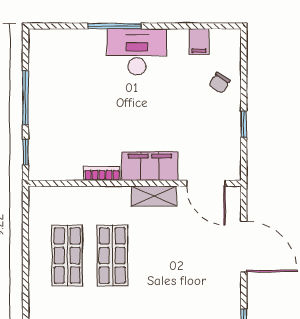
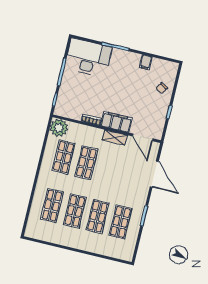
filing cabinet: (199, 42) -> (146, 62), moved
desk: (137, 52) -> (88, 58), moved, width x1.36, depth x1.30
plant: (45, 203) -> (59, 128), added

